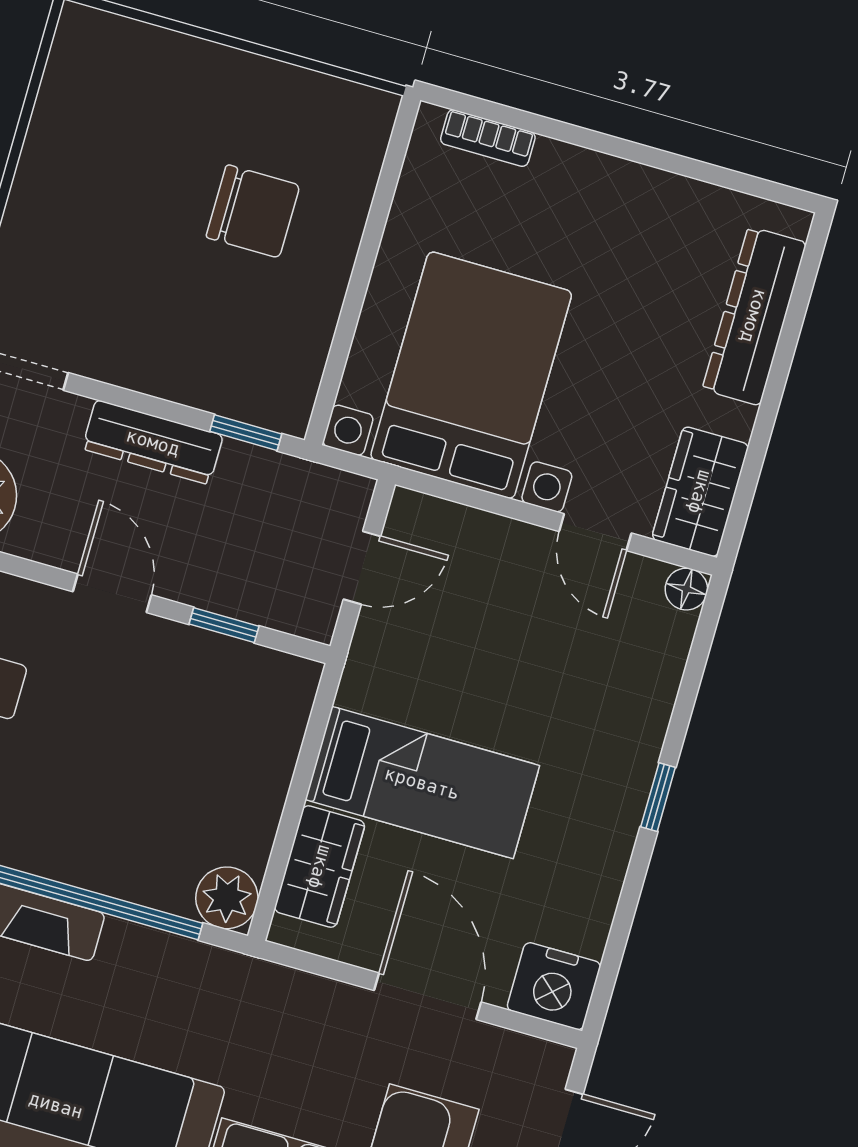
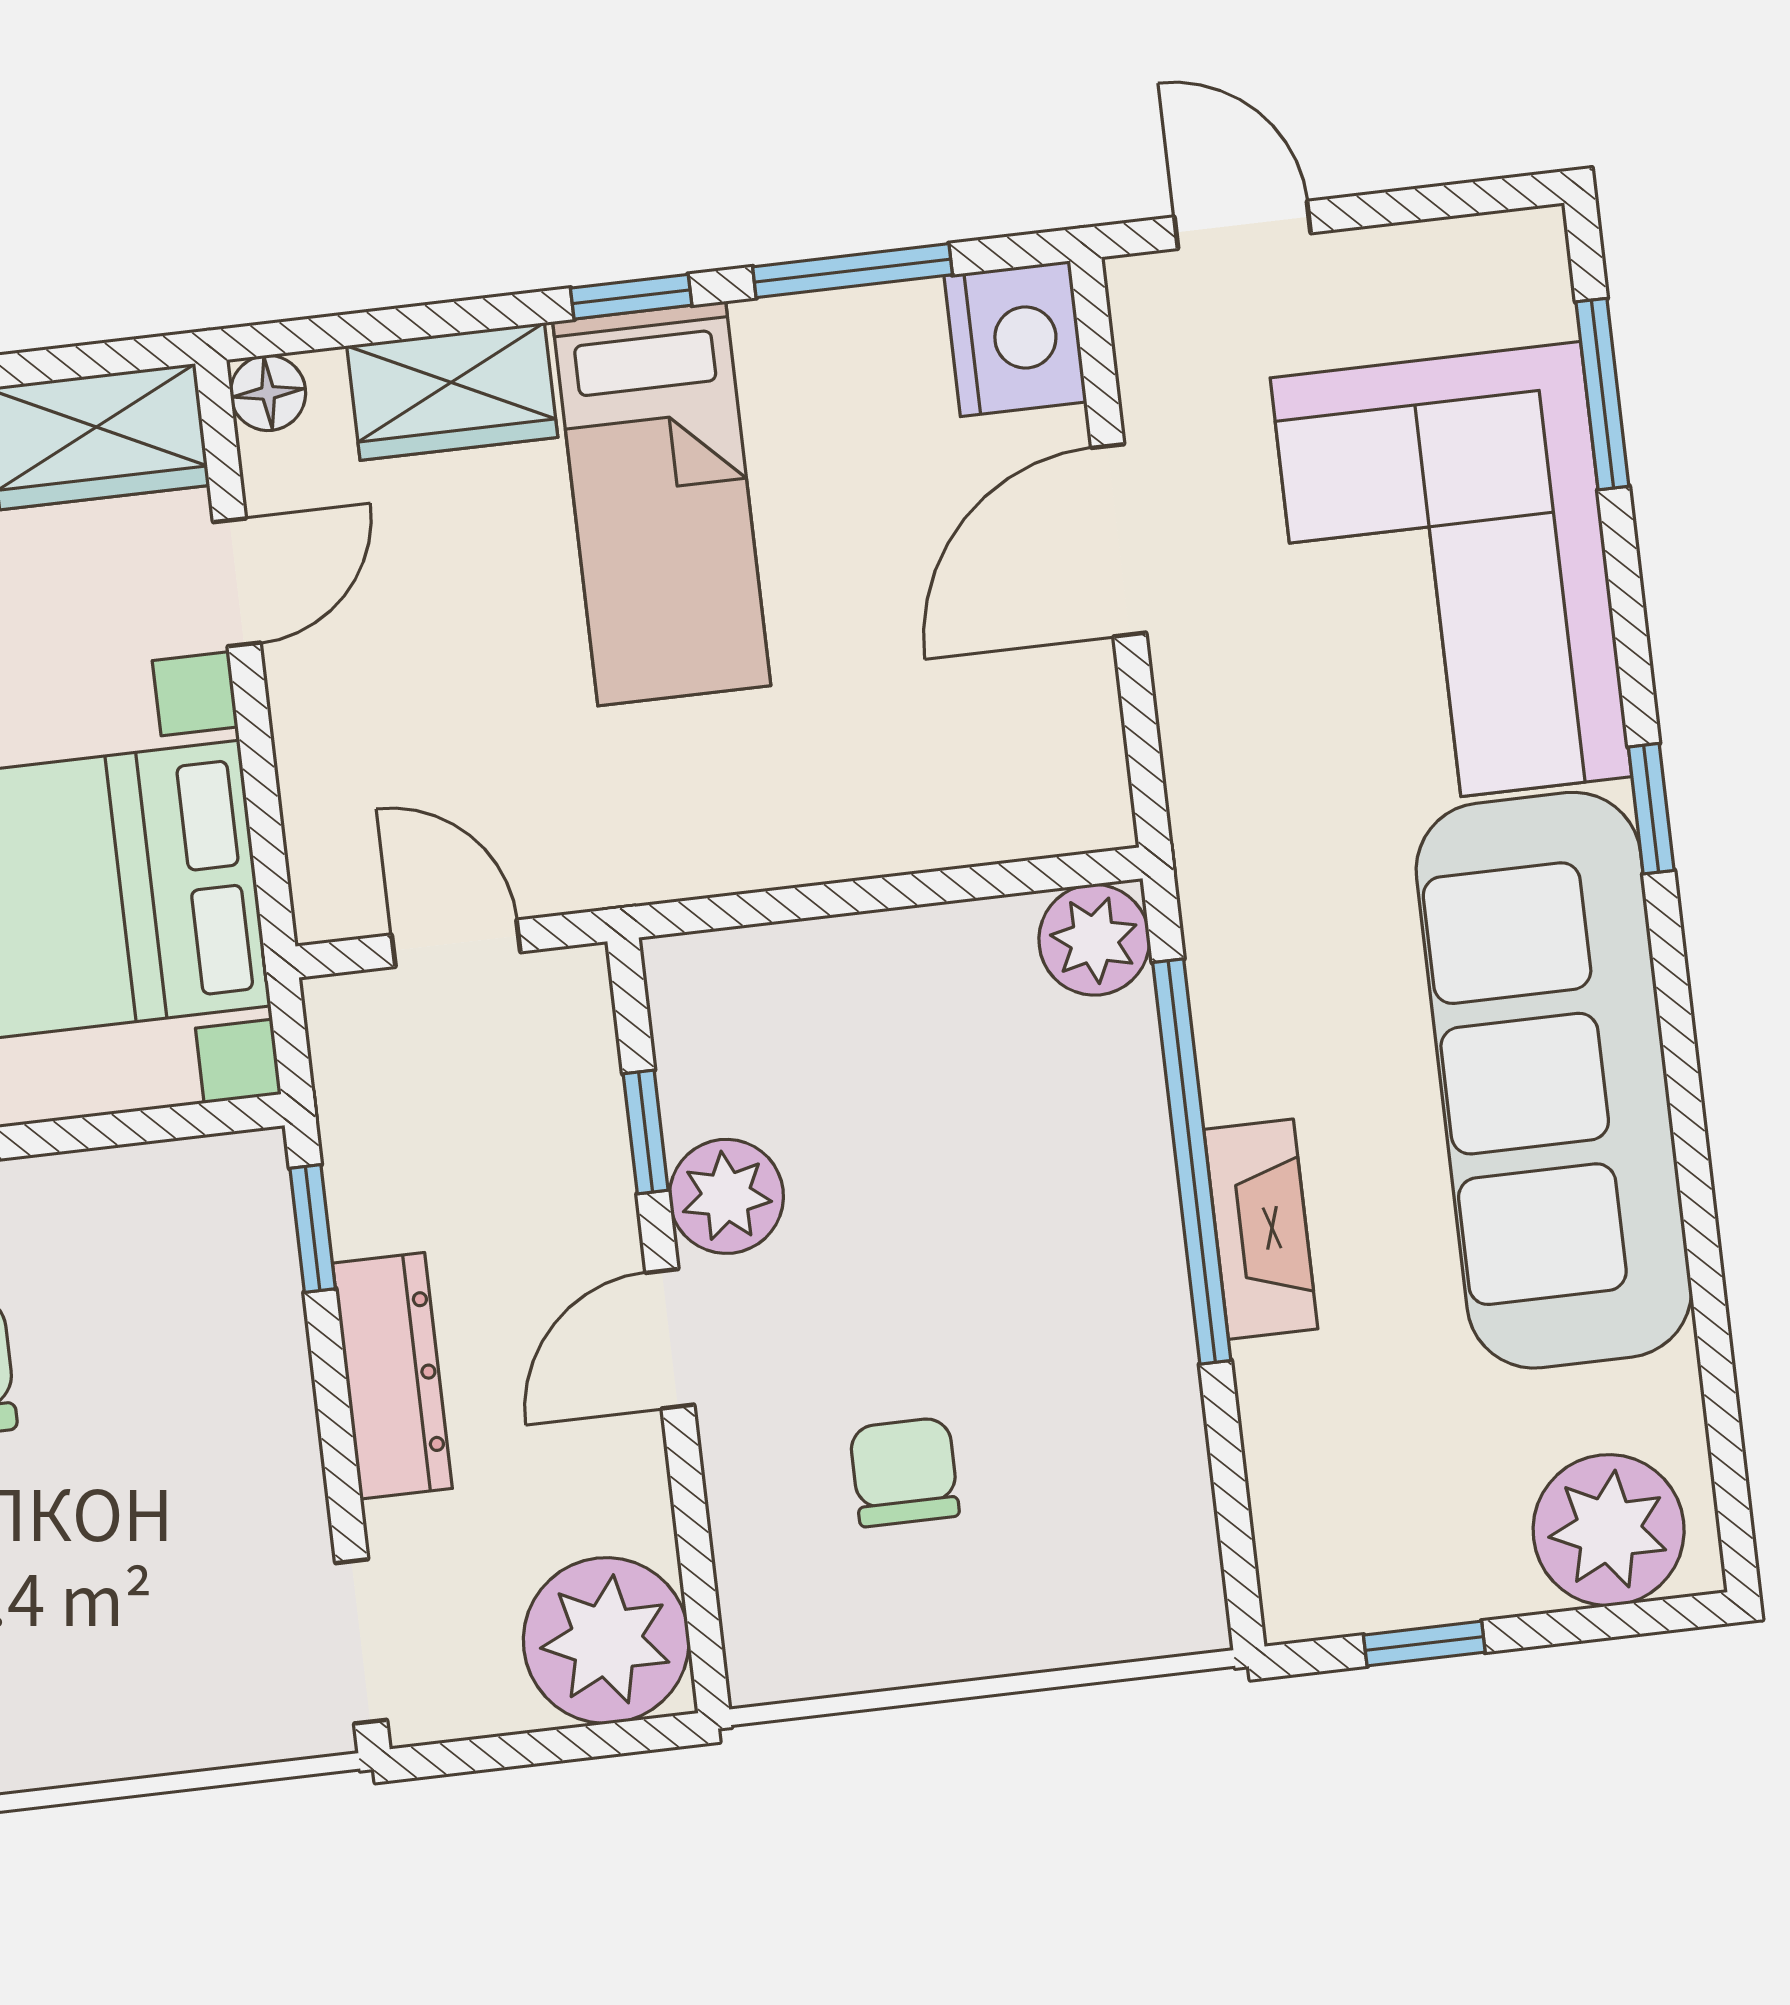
plant: (173, 653) -> (726, 1196), added
bed: (422, 783) -> (662, 504), moved, turned 180
wardrobe: (320, 867) -> (452, 392), moved, turned 180
window: (624, 917) -> (852, 271), added

